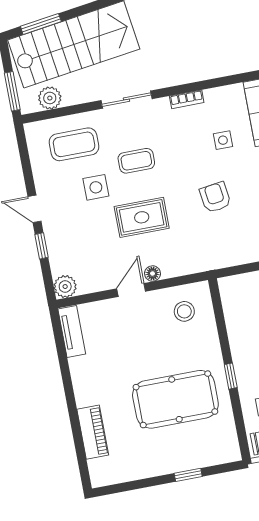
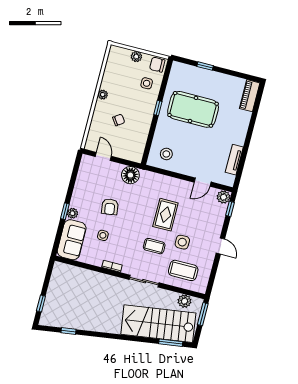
armchair: (215, 197) -> (110, 207), moved
rug: (142, 217) -> (165, 215), turned 90
window: (42, 246) -> (230, 209), moved
floor lamp: (153, 274) -> (130, 175), moved, width x1.89, depth x1.89
door: (131, 290) -> (203, 182), moved
tv unit: (72, 332) -> (234, 160), moved
piano: (93, 432) -> (250, 96), moved

